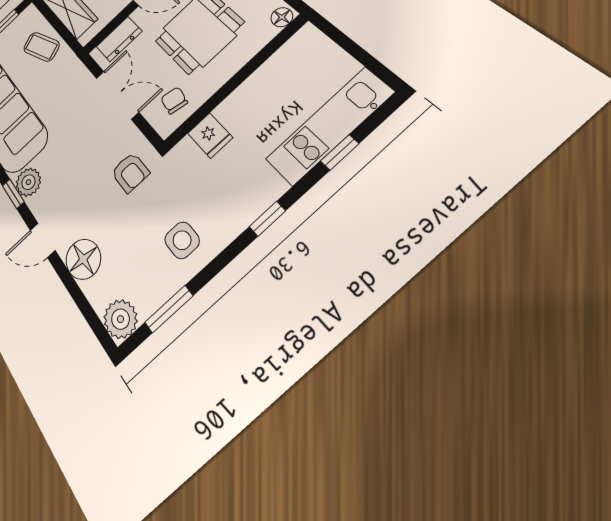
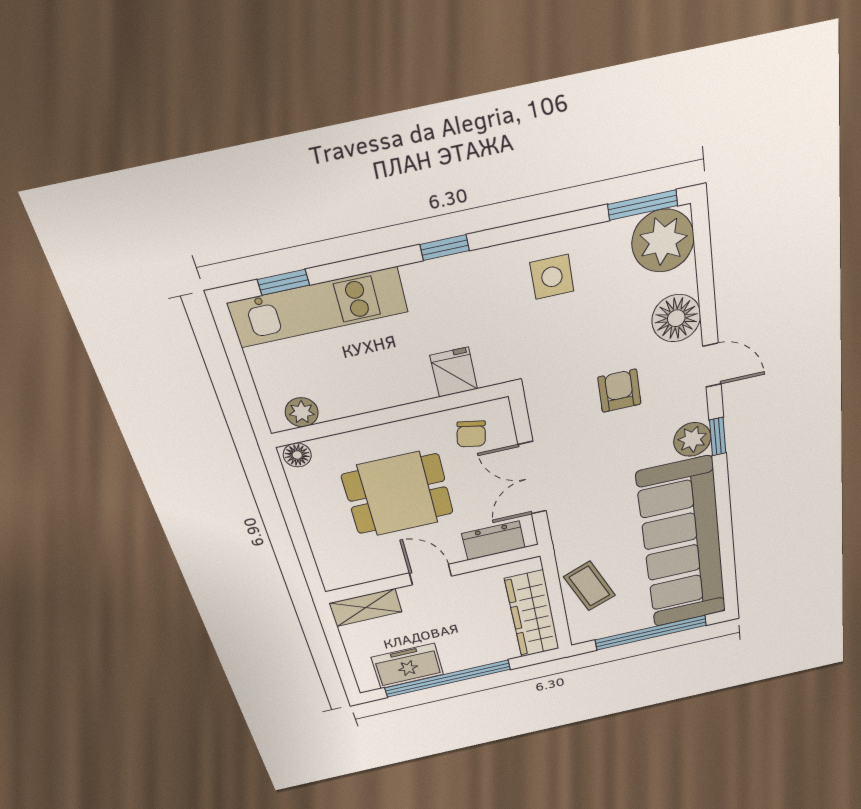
plant: (296, 48) -> (302, 412), added
window: (340, 152) -> (283, 282), moved
armchair: (130, 172) -> (619, 391), moved
window: (169, 309) -> (643, 205), moved
plant: (120, 319) -> (663, 241), width x1.36, depth x1.36

